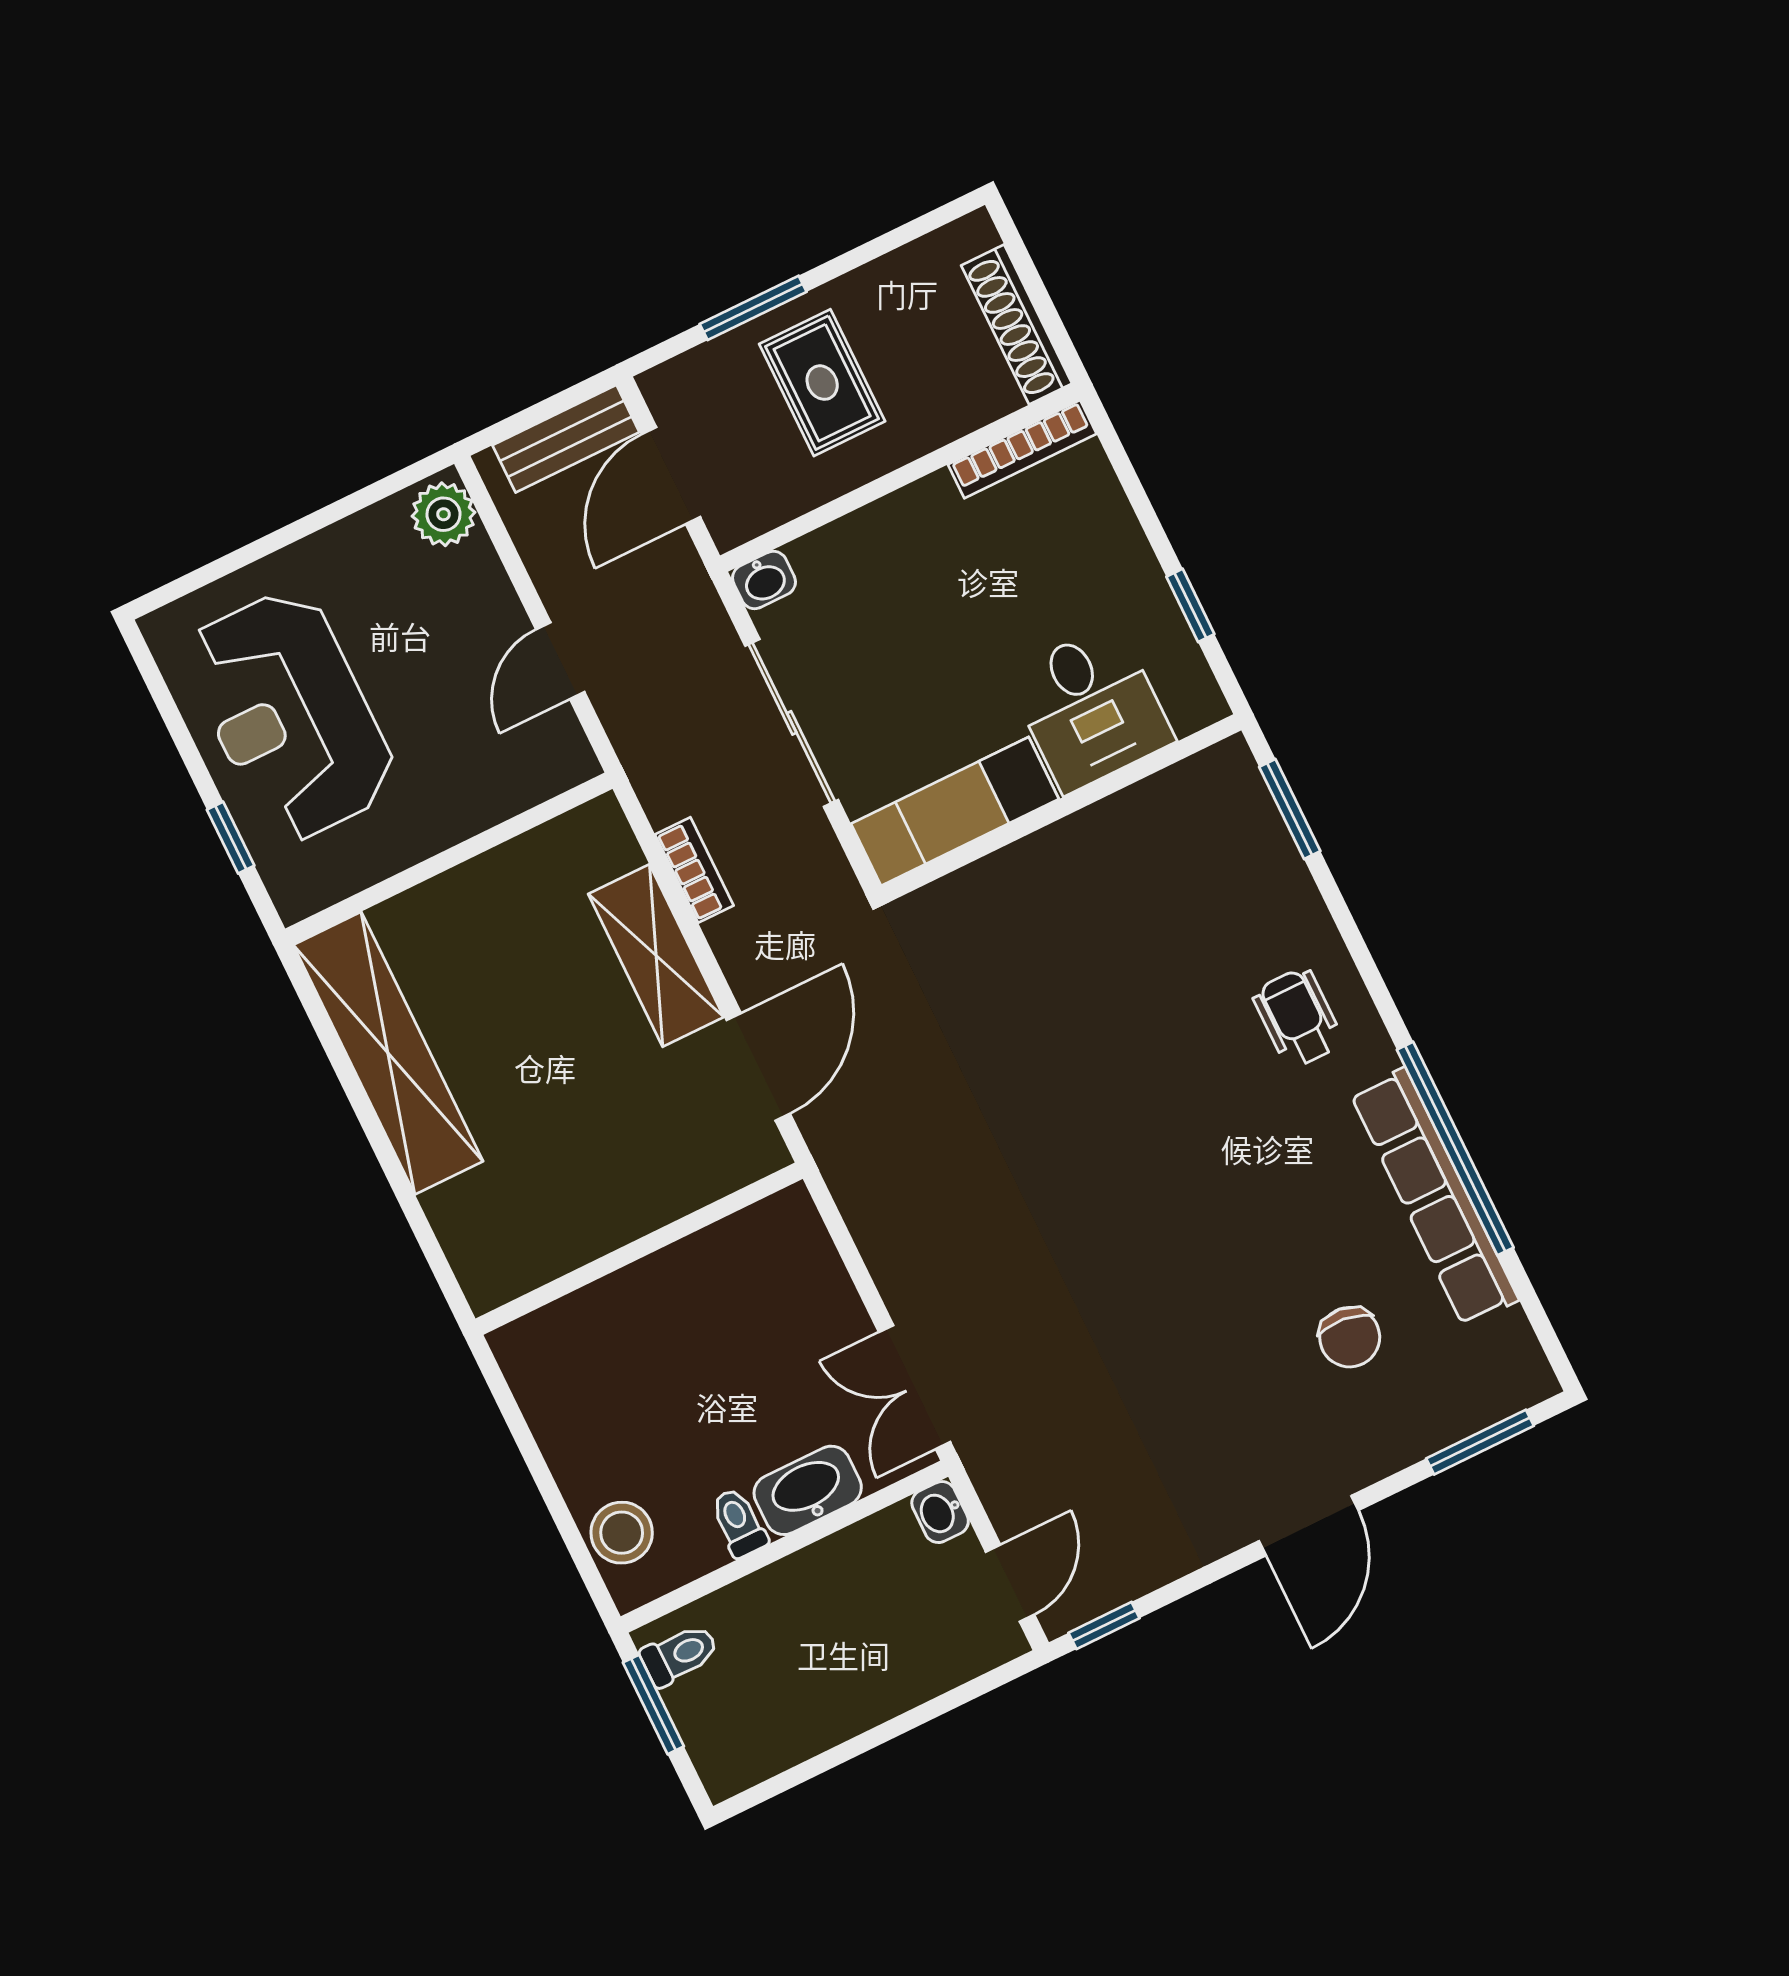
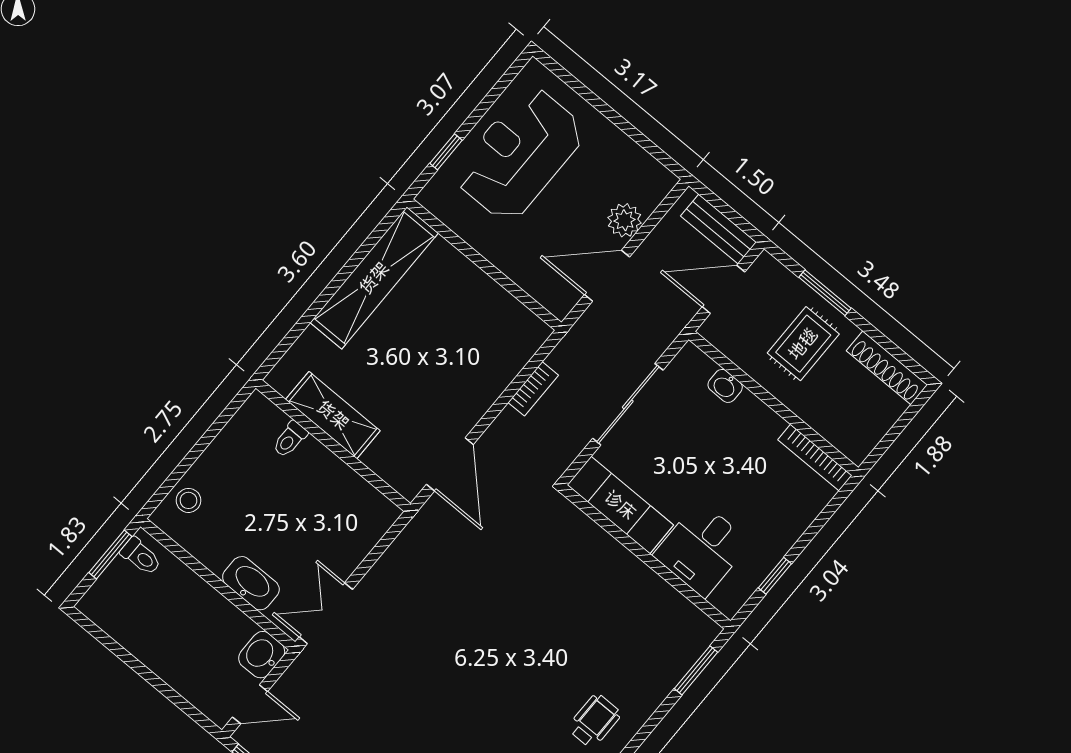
shoe rack: (1017, 324) -> (887, 368), moved, turned -90
plant: (444, 514) -> (625, 220), moved
washbasin: (764, 580) -> (725, 386), moved
door: (560, 661) -> (607, 276), width x1.38
shelving: (656, 955) -> (333, 415), moved, turned 90
door: (758, 1067) -> (450, 464), hinge flipped
washbasin: (940, 1512) -> (262, 655), width x1.38, depth x1.45
toilet: (739, 1523) -> (290, 439), moved, turned 180
stool: (622, 1533) -> (188, 500), width x0.73, depth x0.73

